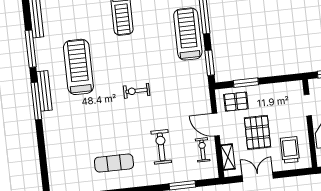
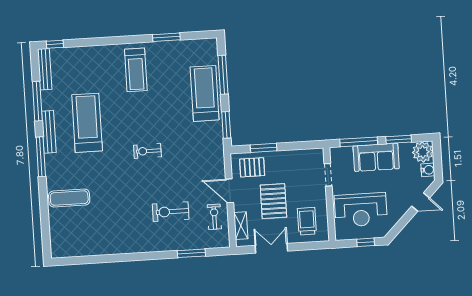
bench: (44, 91) -> (49, 132), moved
exercise bike: (161, 147) -> (171, 212), turned -90
exercise mat: (114, 163) -> (69, 198), moved

